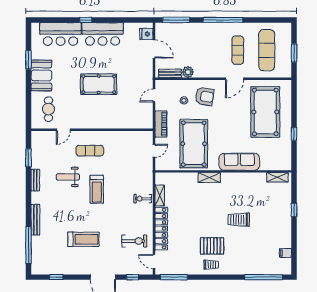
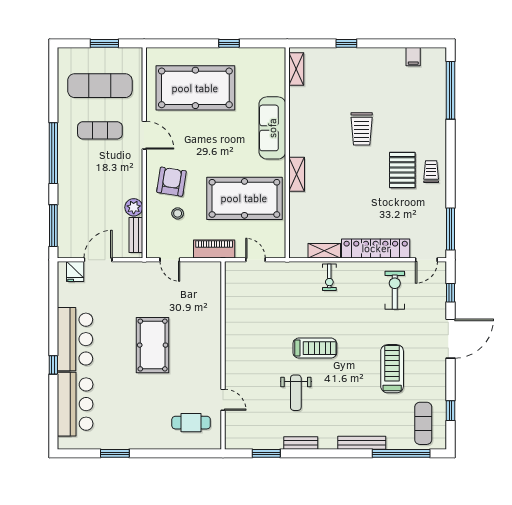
booth: (41, 75) -> (139, 434), removed
exercise mat: (90, 151) -> (423, 423), moved

